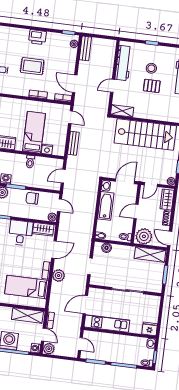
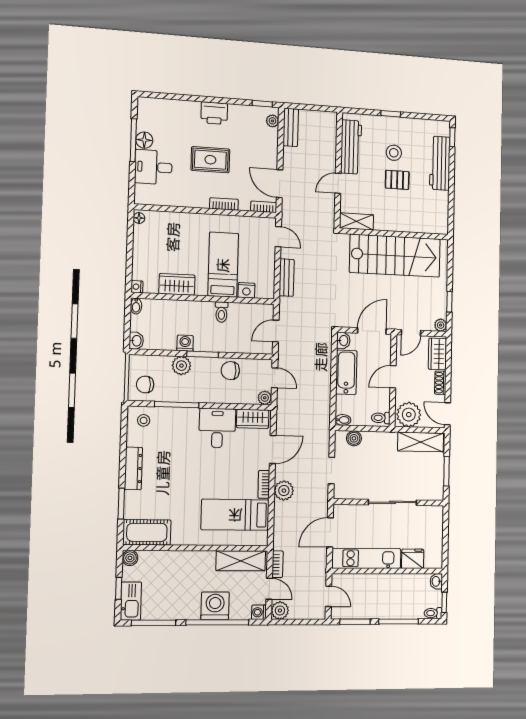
fridge: (150, 329) -> (413, 559), moved

